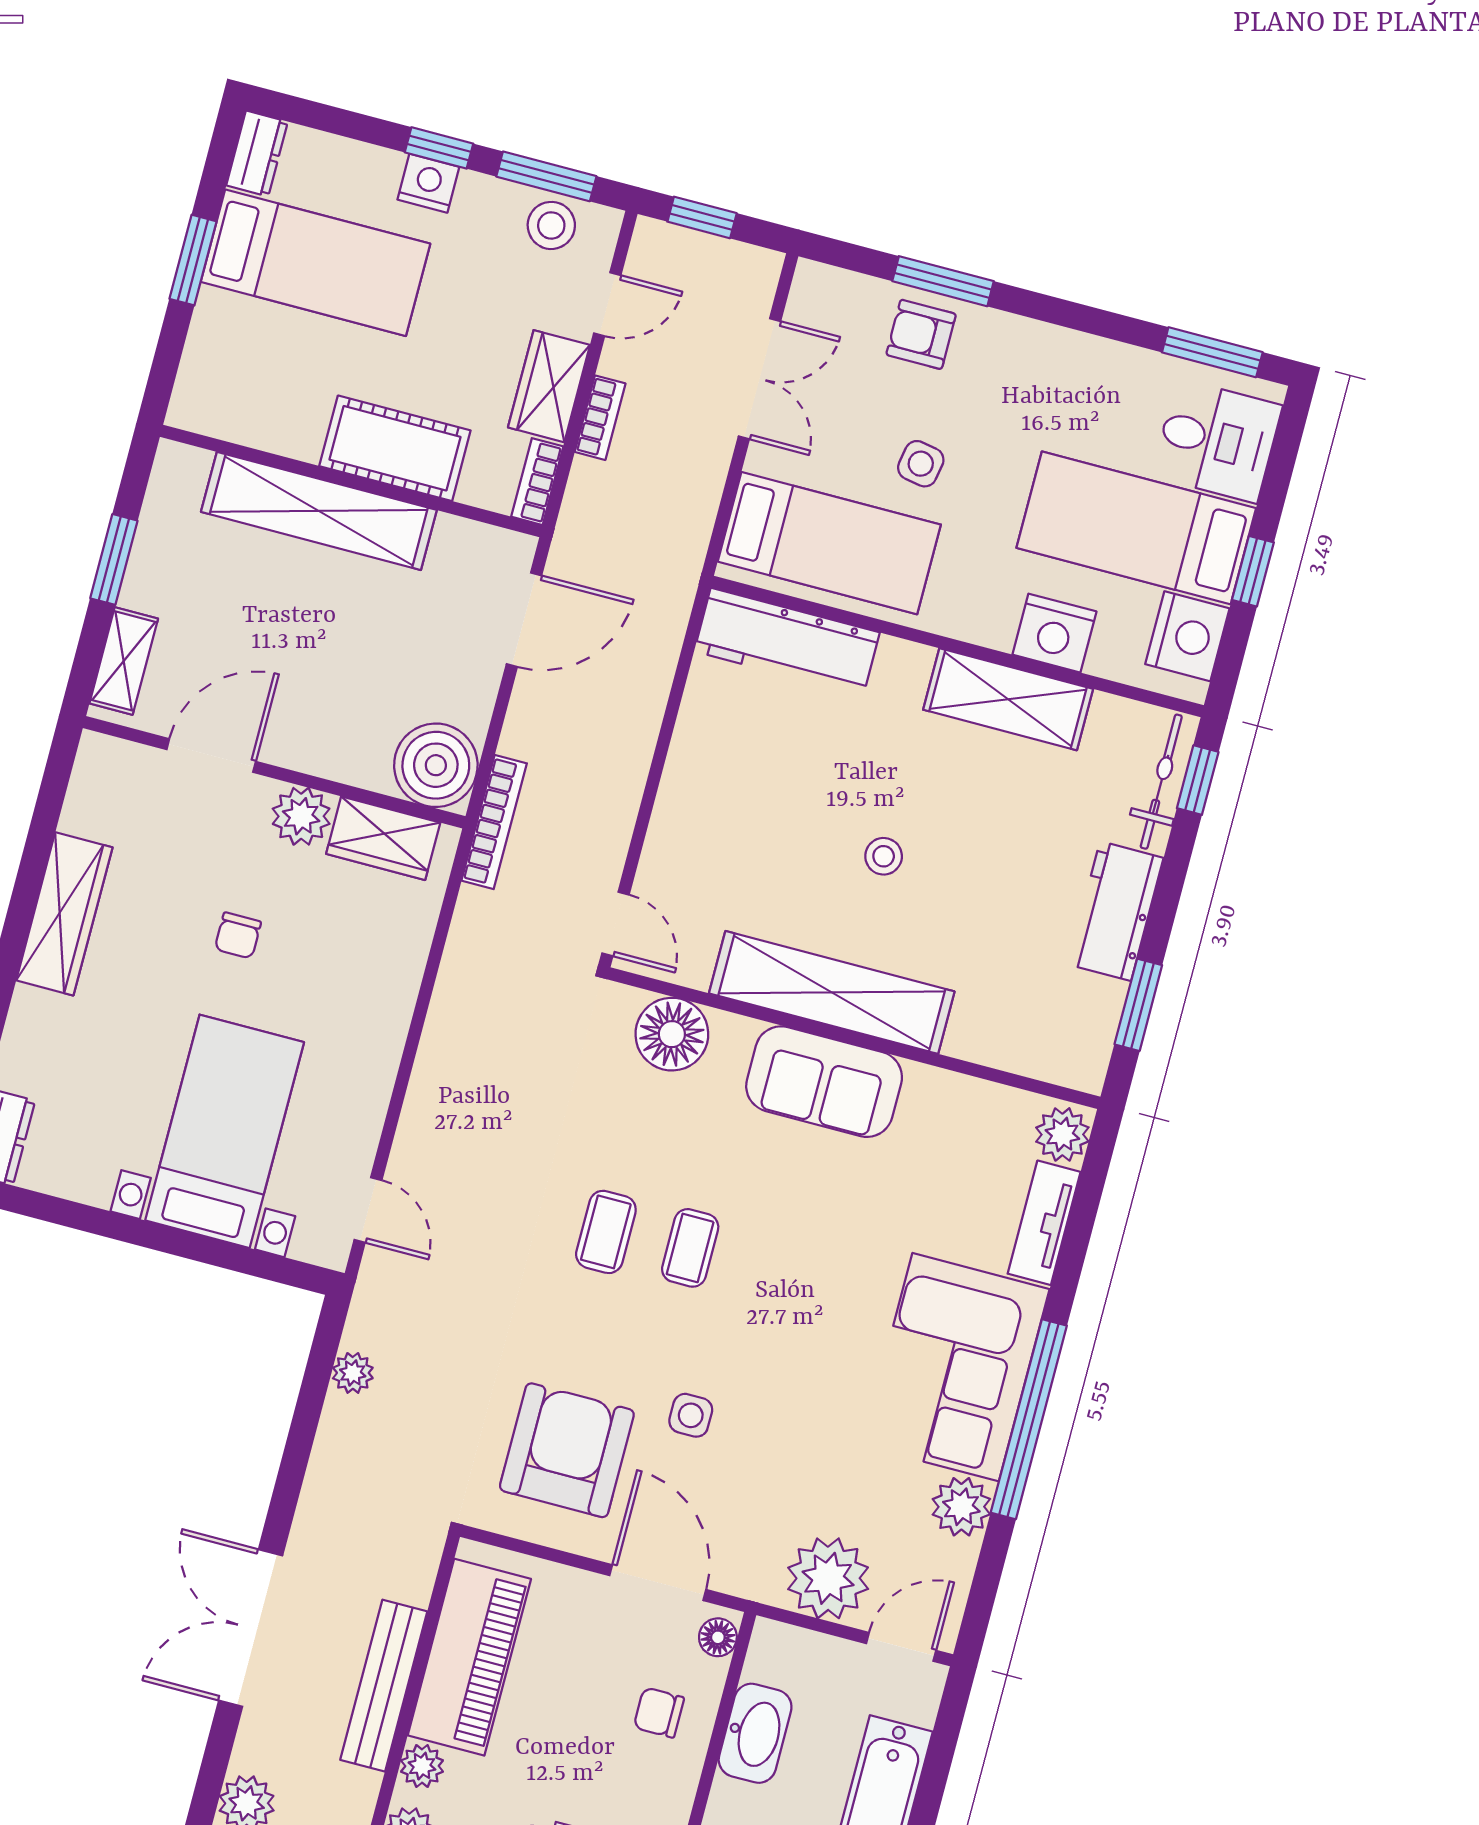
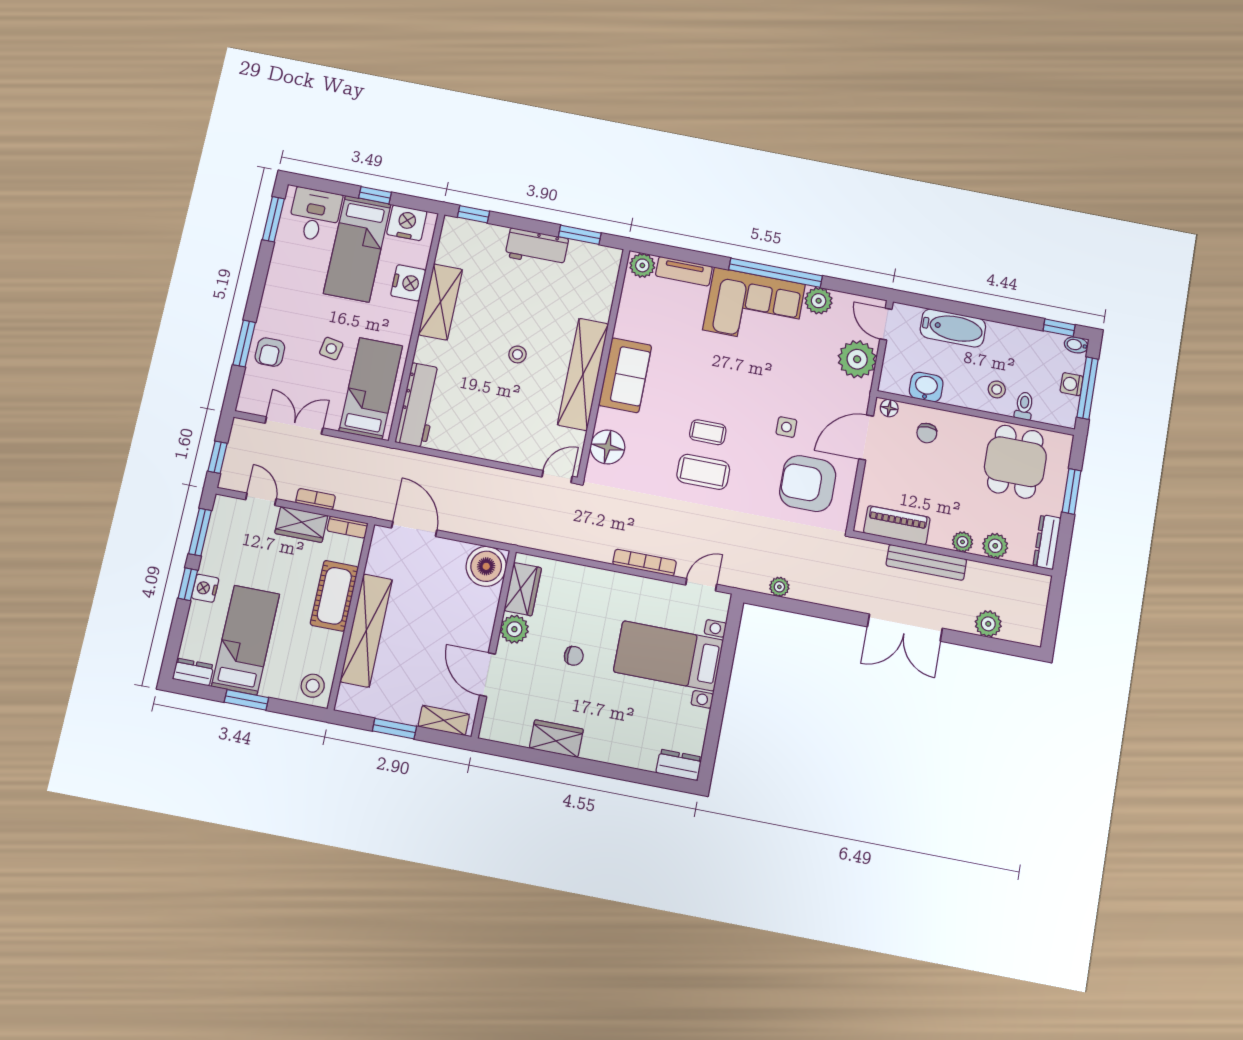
stool: (551, 225) -> (313, 686), moved
bicycle: (1161, 782) -> (475, 231), removed
bookcase: (494, 822) -> (645, 563), moved
wardrobe: (64, 914) -> (556, 739), width x0.67
coffee table: (606, 1232) -> (703, 472), width x1.36, depth x1.30
piano: (469, 1657) -> (897, 525), width x0.73, depth x0.75
washbasin: (755, 1733) -> (926, 387), width x0.72

